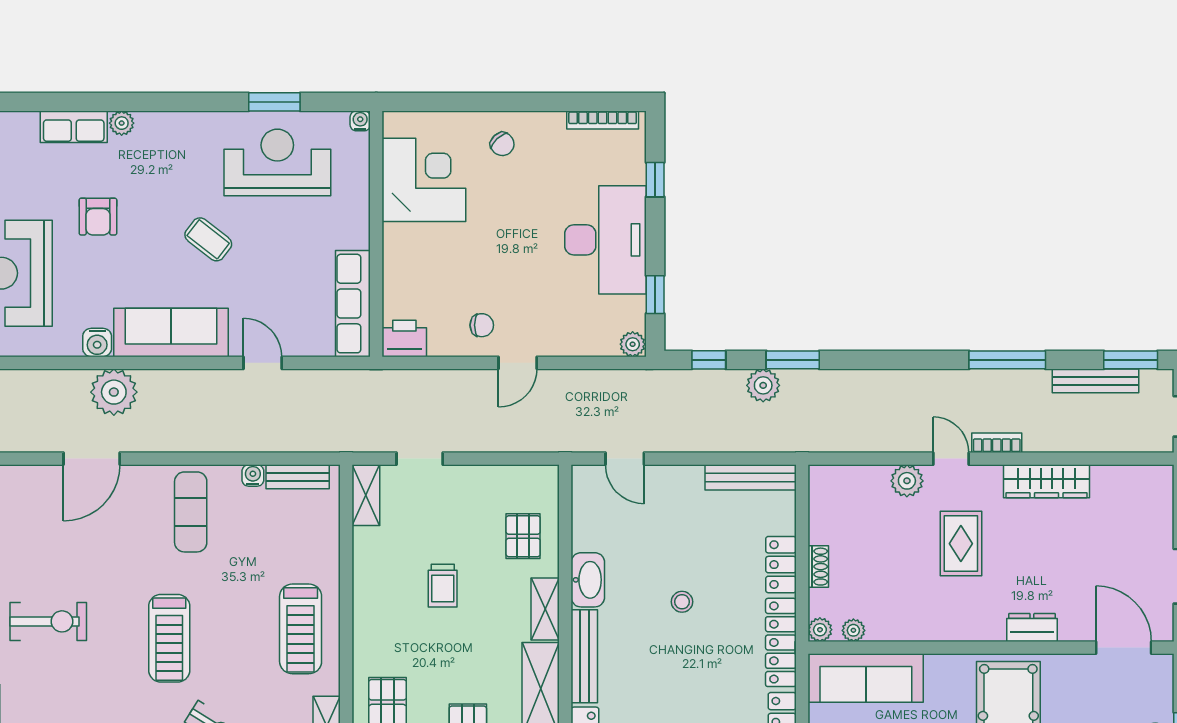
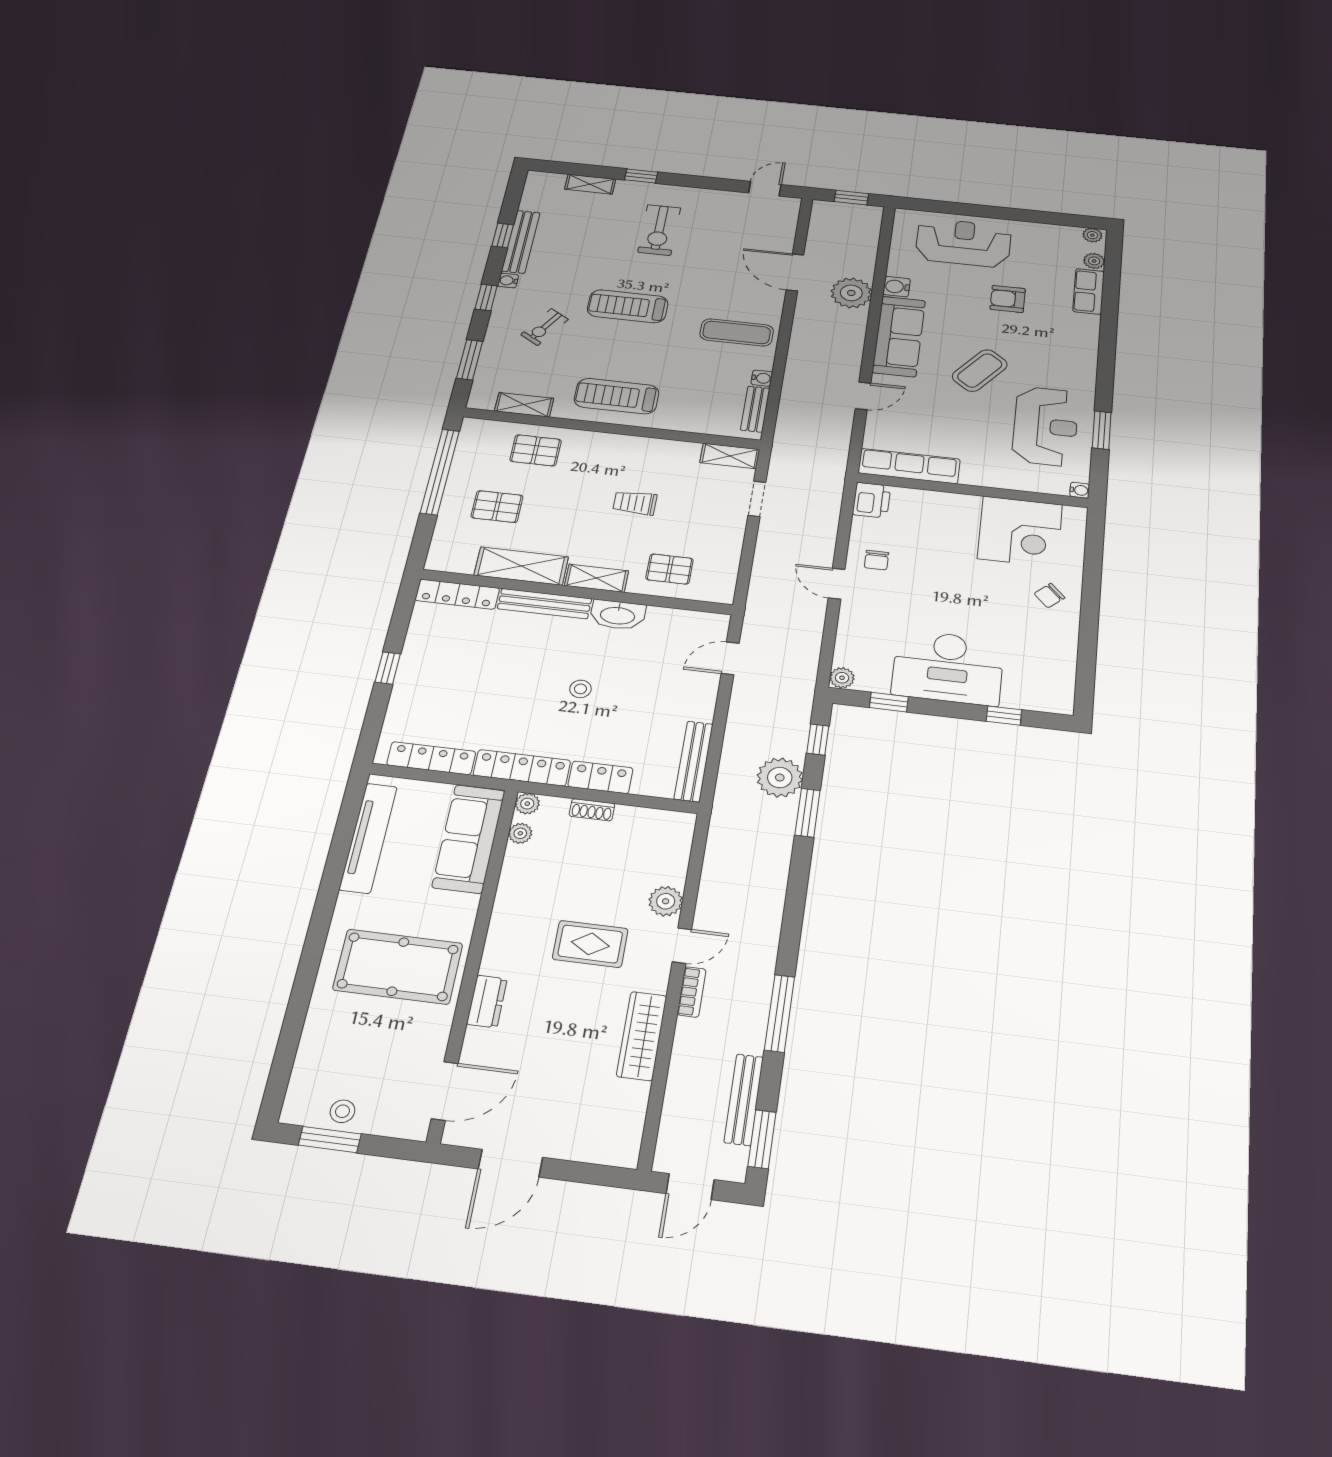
bookcase: (603, 120) -> (1067, 679), removed
plant: (122, 123) -> (1094, 261), moved
coffee table: (208, 239) -> (980, 370), width x1.36, depth x1.30
plant: (763, 385) -> (780, 778), width x1.36, depth x1.36

